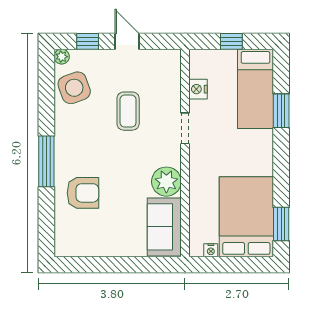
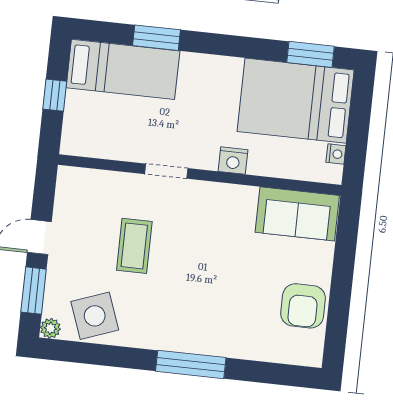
window: (88, 41) -> (34, 291), width x1.50
nightstand: (198, 89) -> (233, 161), moved
coffee table: (128, 111) -> (134, 246), turned 90
plant: (166, 182) -> (236, 204), removed
armchair: (83, 193) -> (303, 306), moved, turned 180

